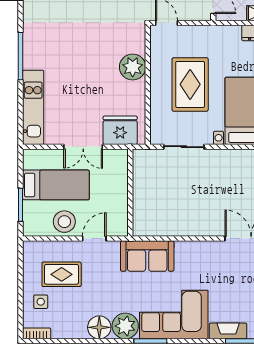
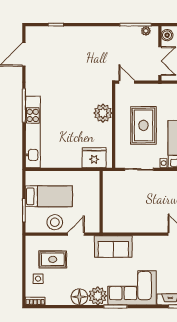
kitchen unit: (33, 107) -> (33, 132), width x1.36
double door: (83, 147) -> (68, 169), removed

